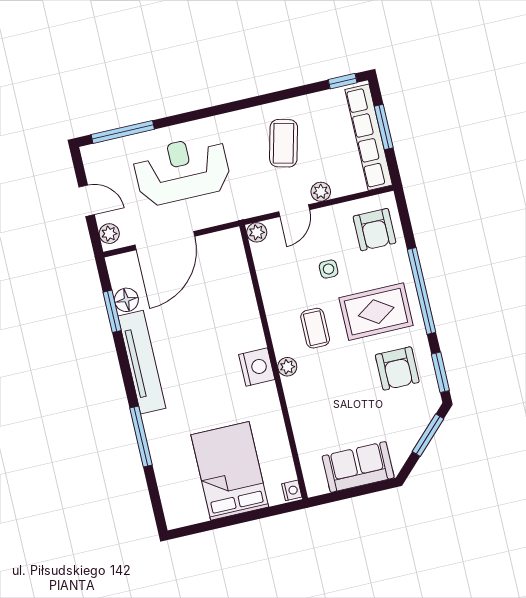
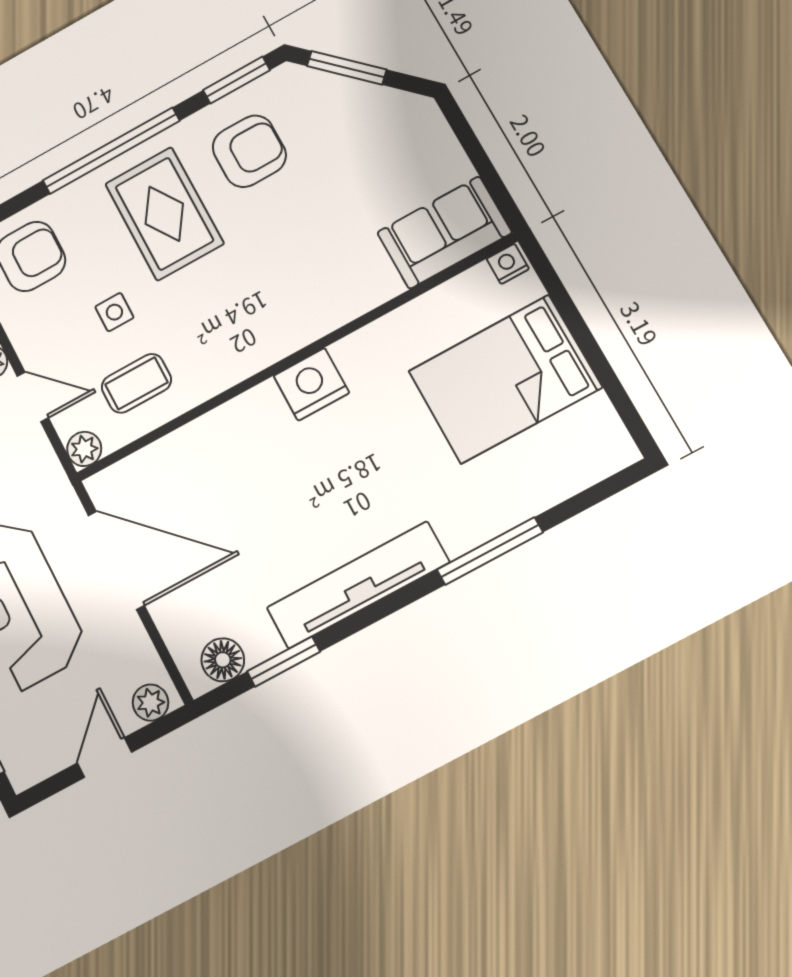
door: (165, 241) -> (116, 560), moved
floor lamp: (126, 300) -> (223, 660), moved
coffee table: (315, 328) -> (136, 383), moved
plant: (287, 367) -> (297, 333), removed
sofa: (358, 467) -> (444, 233), moved, turned 90

